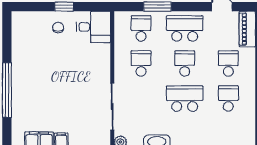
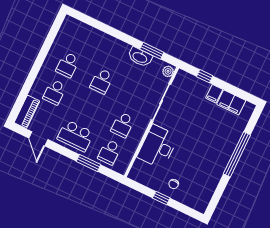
desk: (93, 27) -> (158, 147), moved, width x1.37
school desk: (185, 63) -> (89, 108), removed
school desk: (185, 99) -> (102, 81), width x0.54

